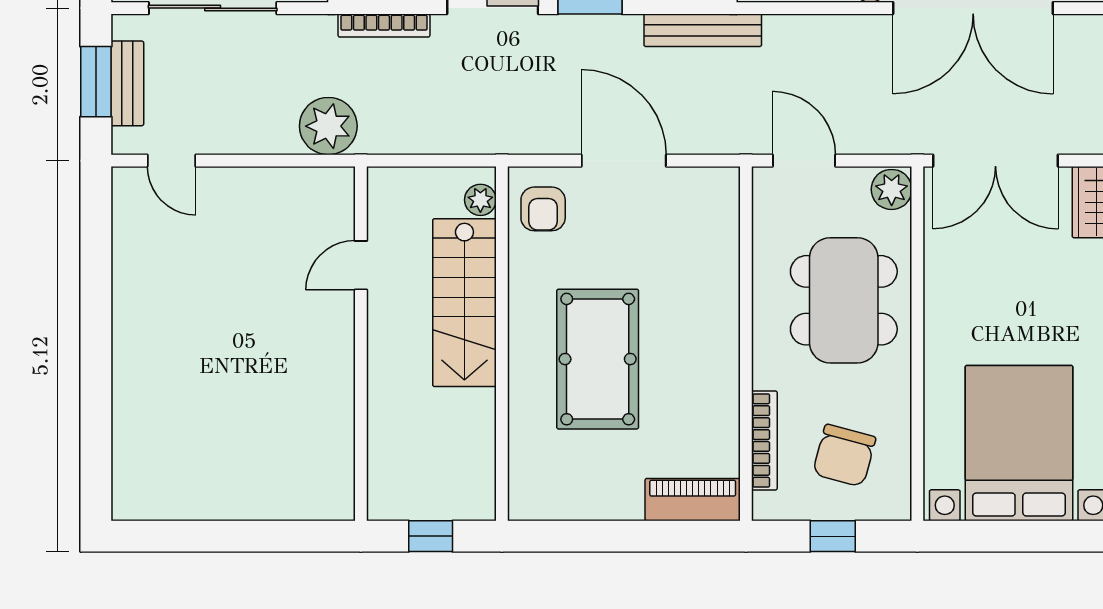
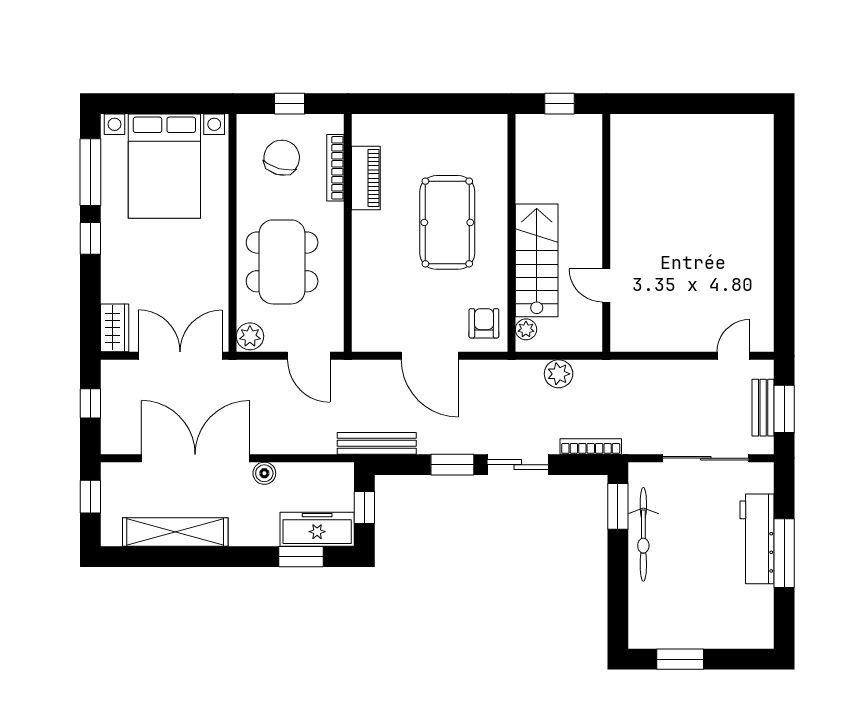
plant: (328, 126) -> (559, 374), moved, width x0.73, depth x0.73
door: (172, 161) -> (733, 356), hinge flipped
door: (361, 265) -> (606, 285), swing flipped
piano: (693, 500) -> (366, 178), moved, turned -90

